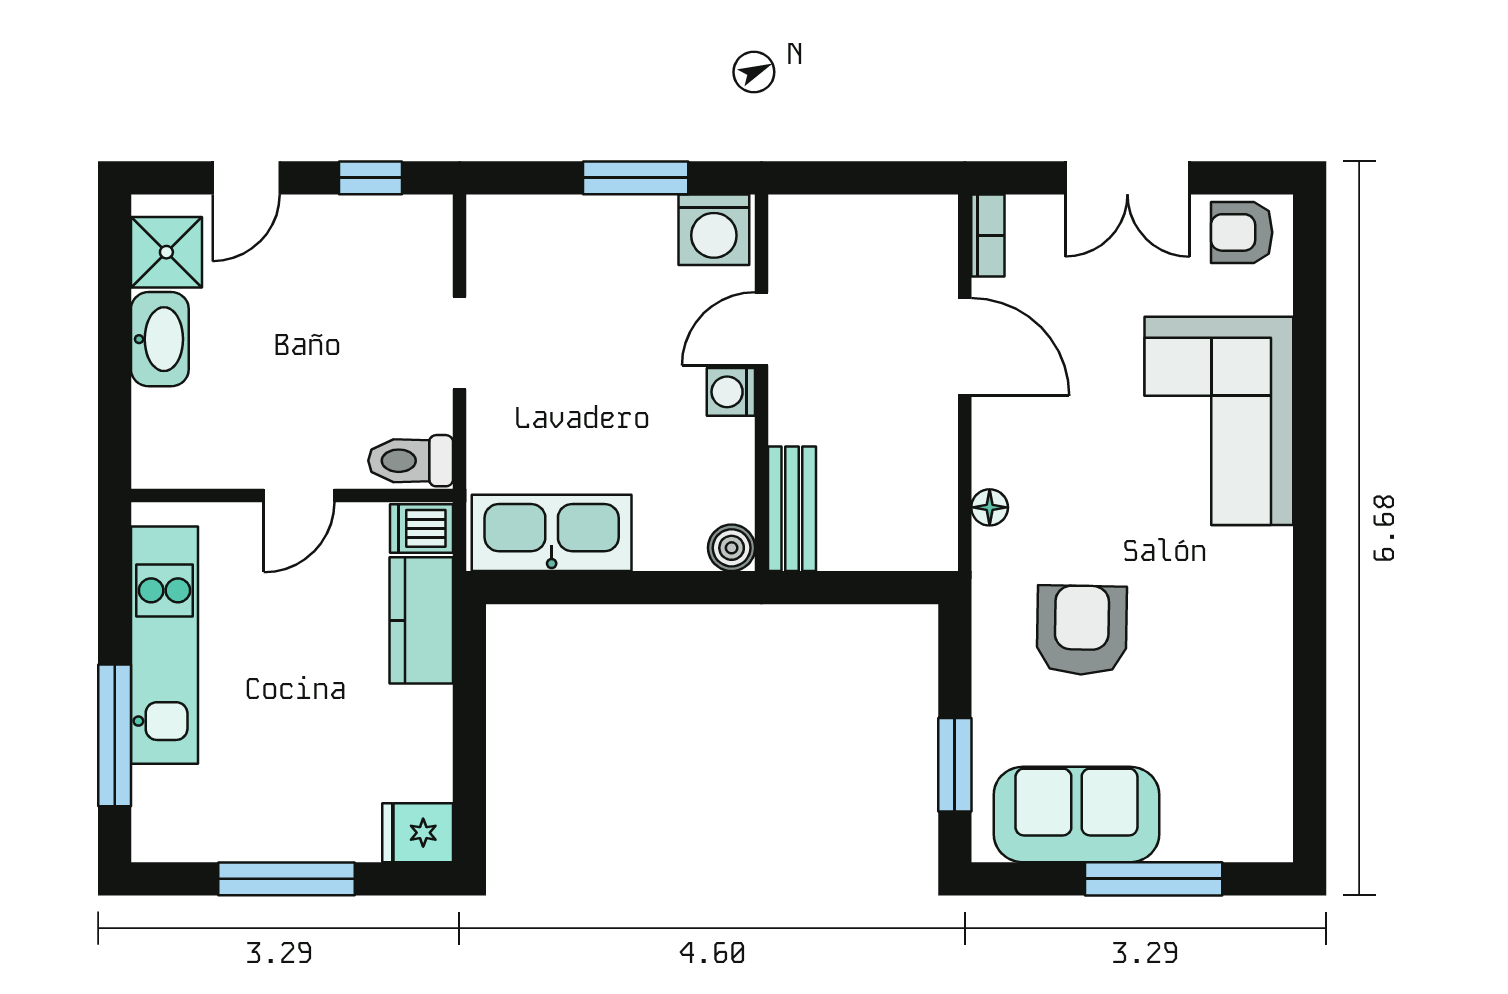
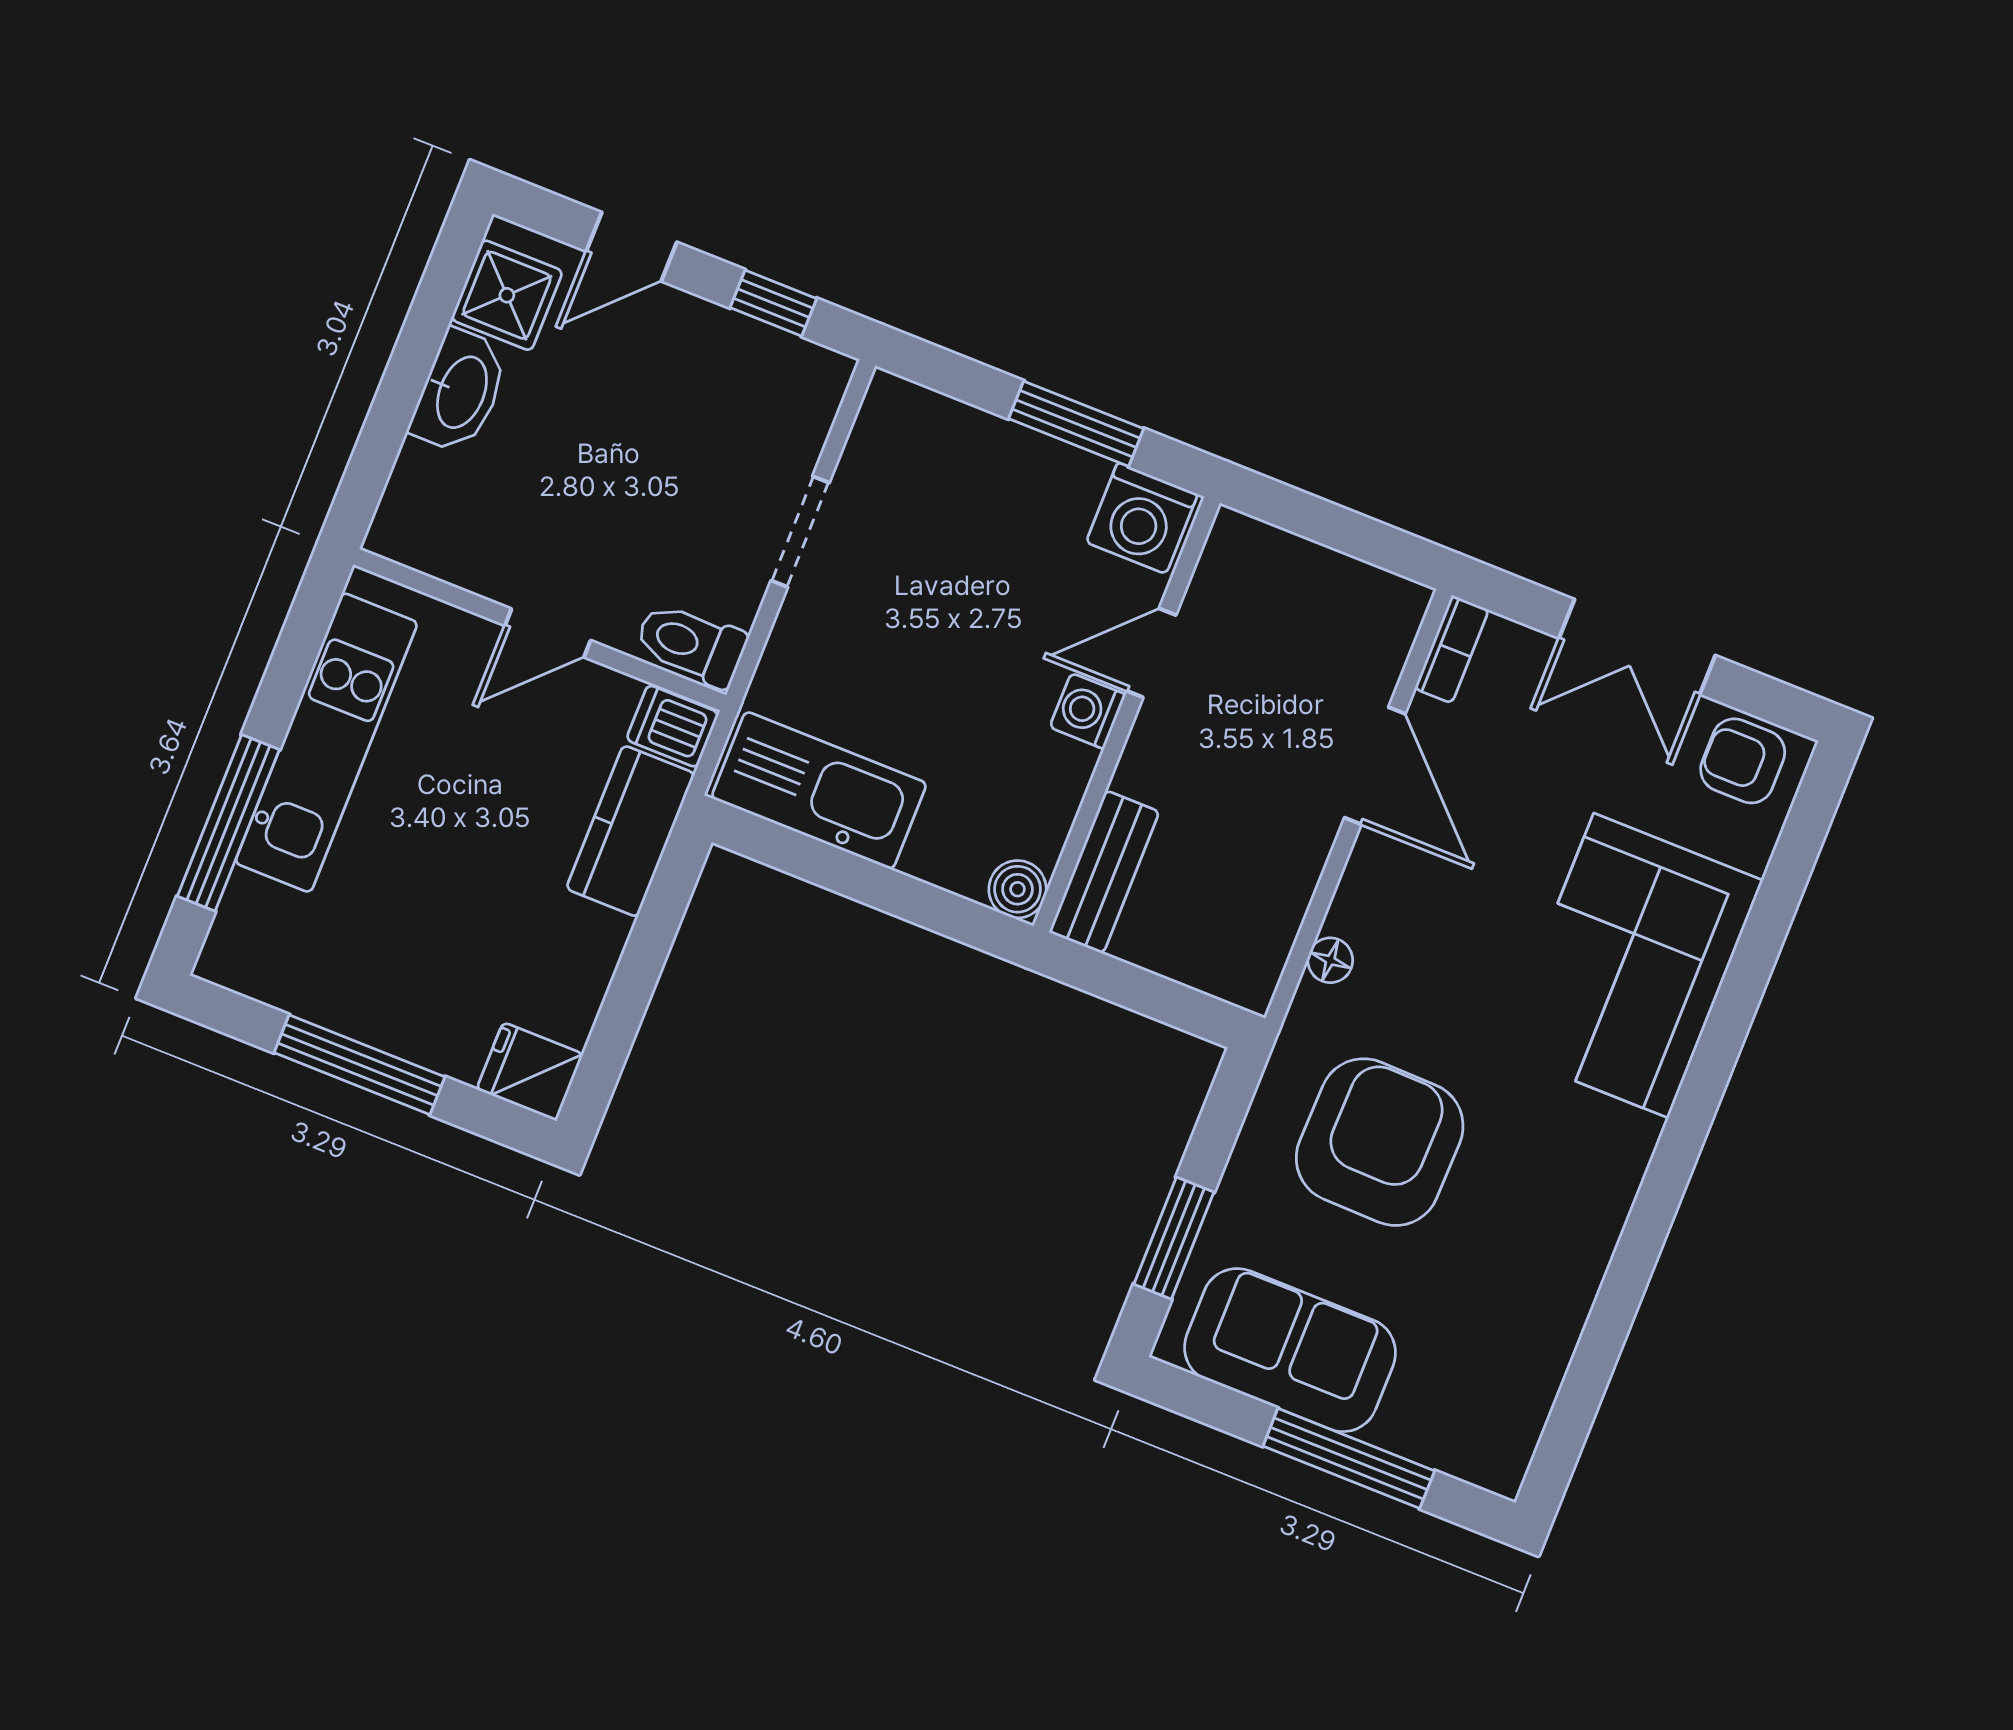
armchair: (1082, 630) -> (1380, 1142), width x1.36, depth x1.36

